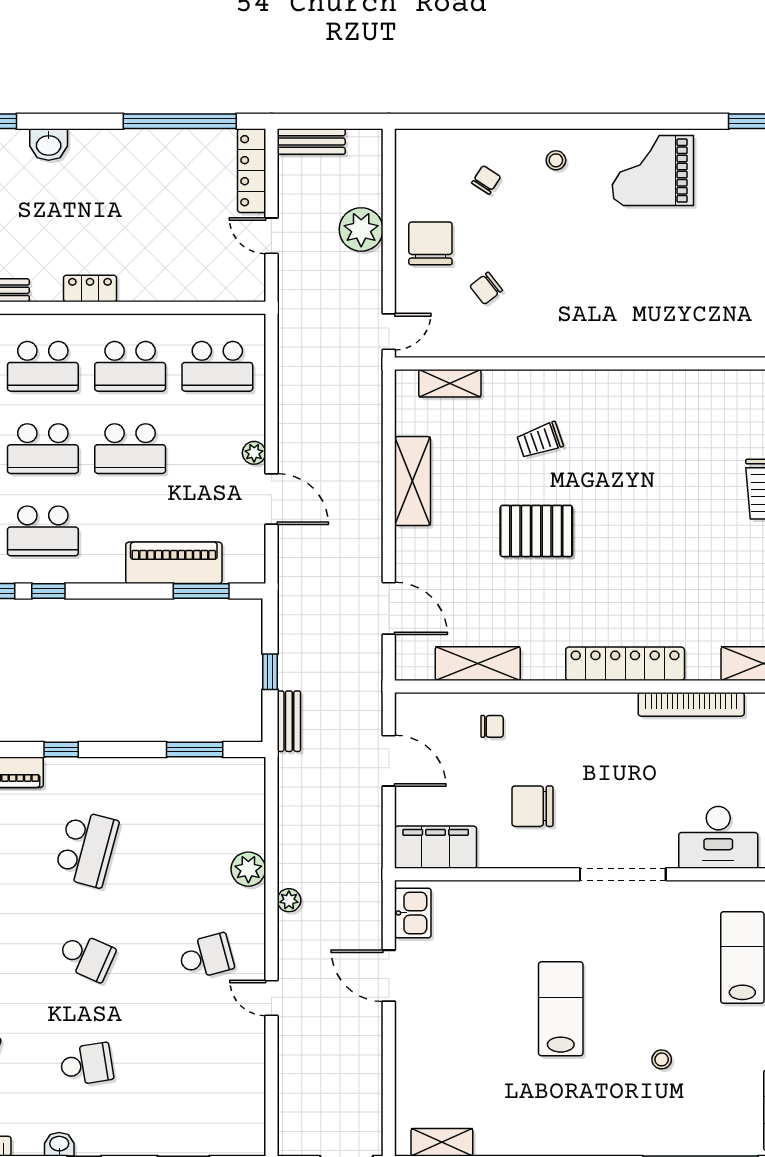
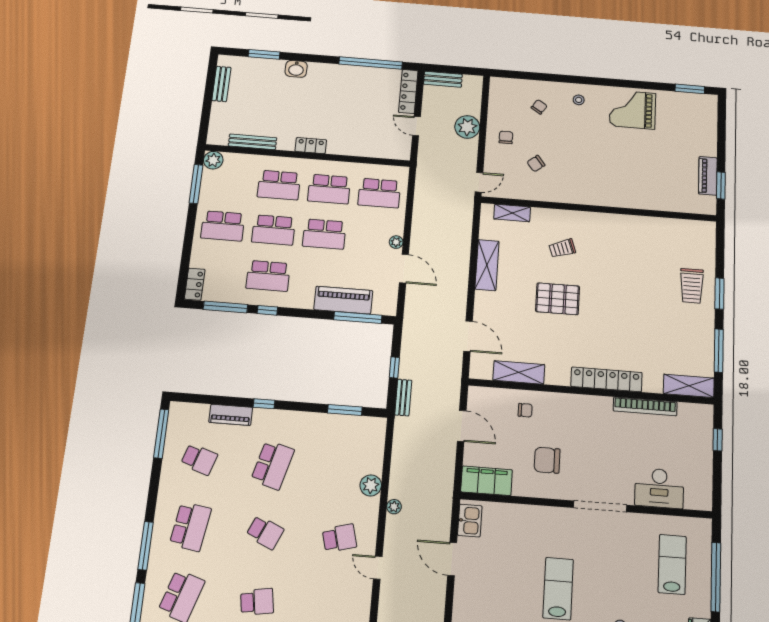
chair: (430, 243) -> (506, 137), width x0.54, depth x0.54
window: (201, 591) -> (358, 317), width x1.44

